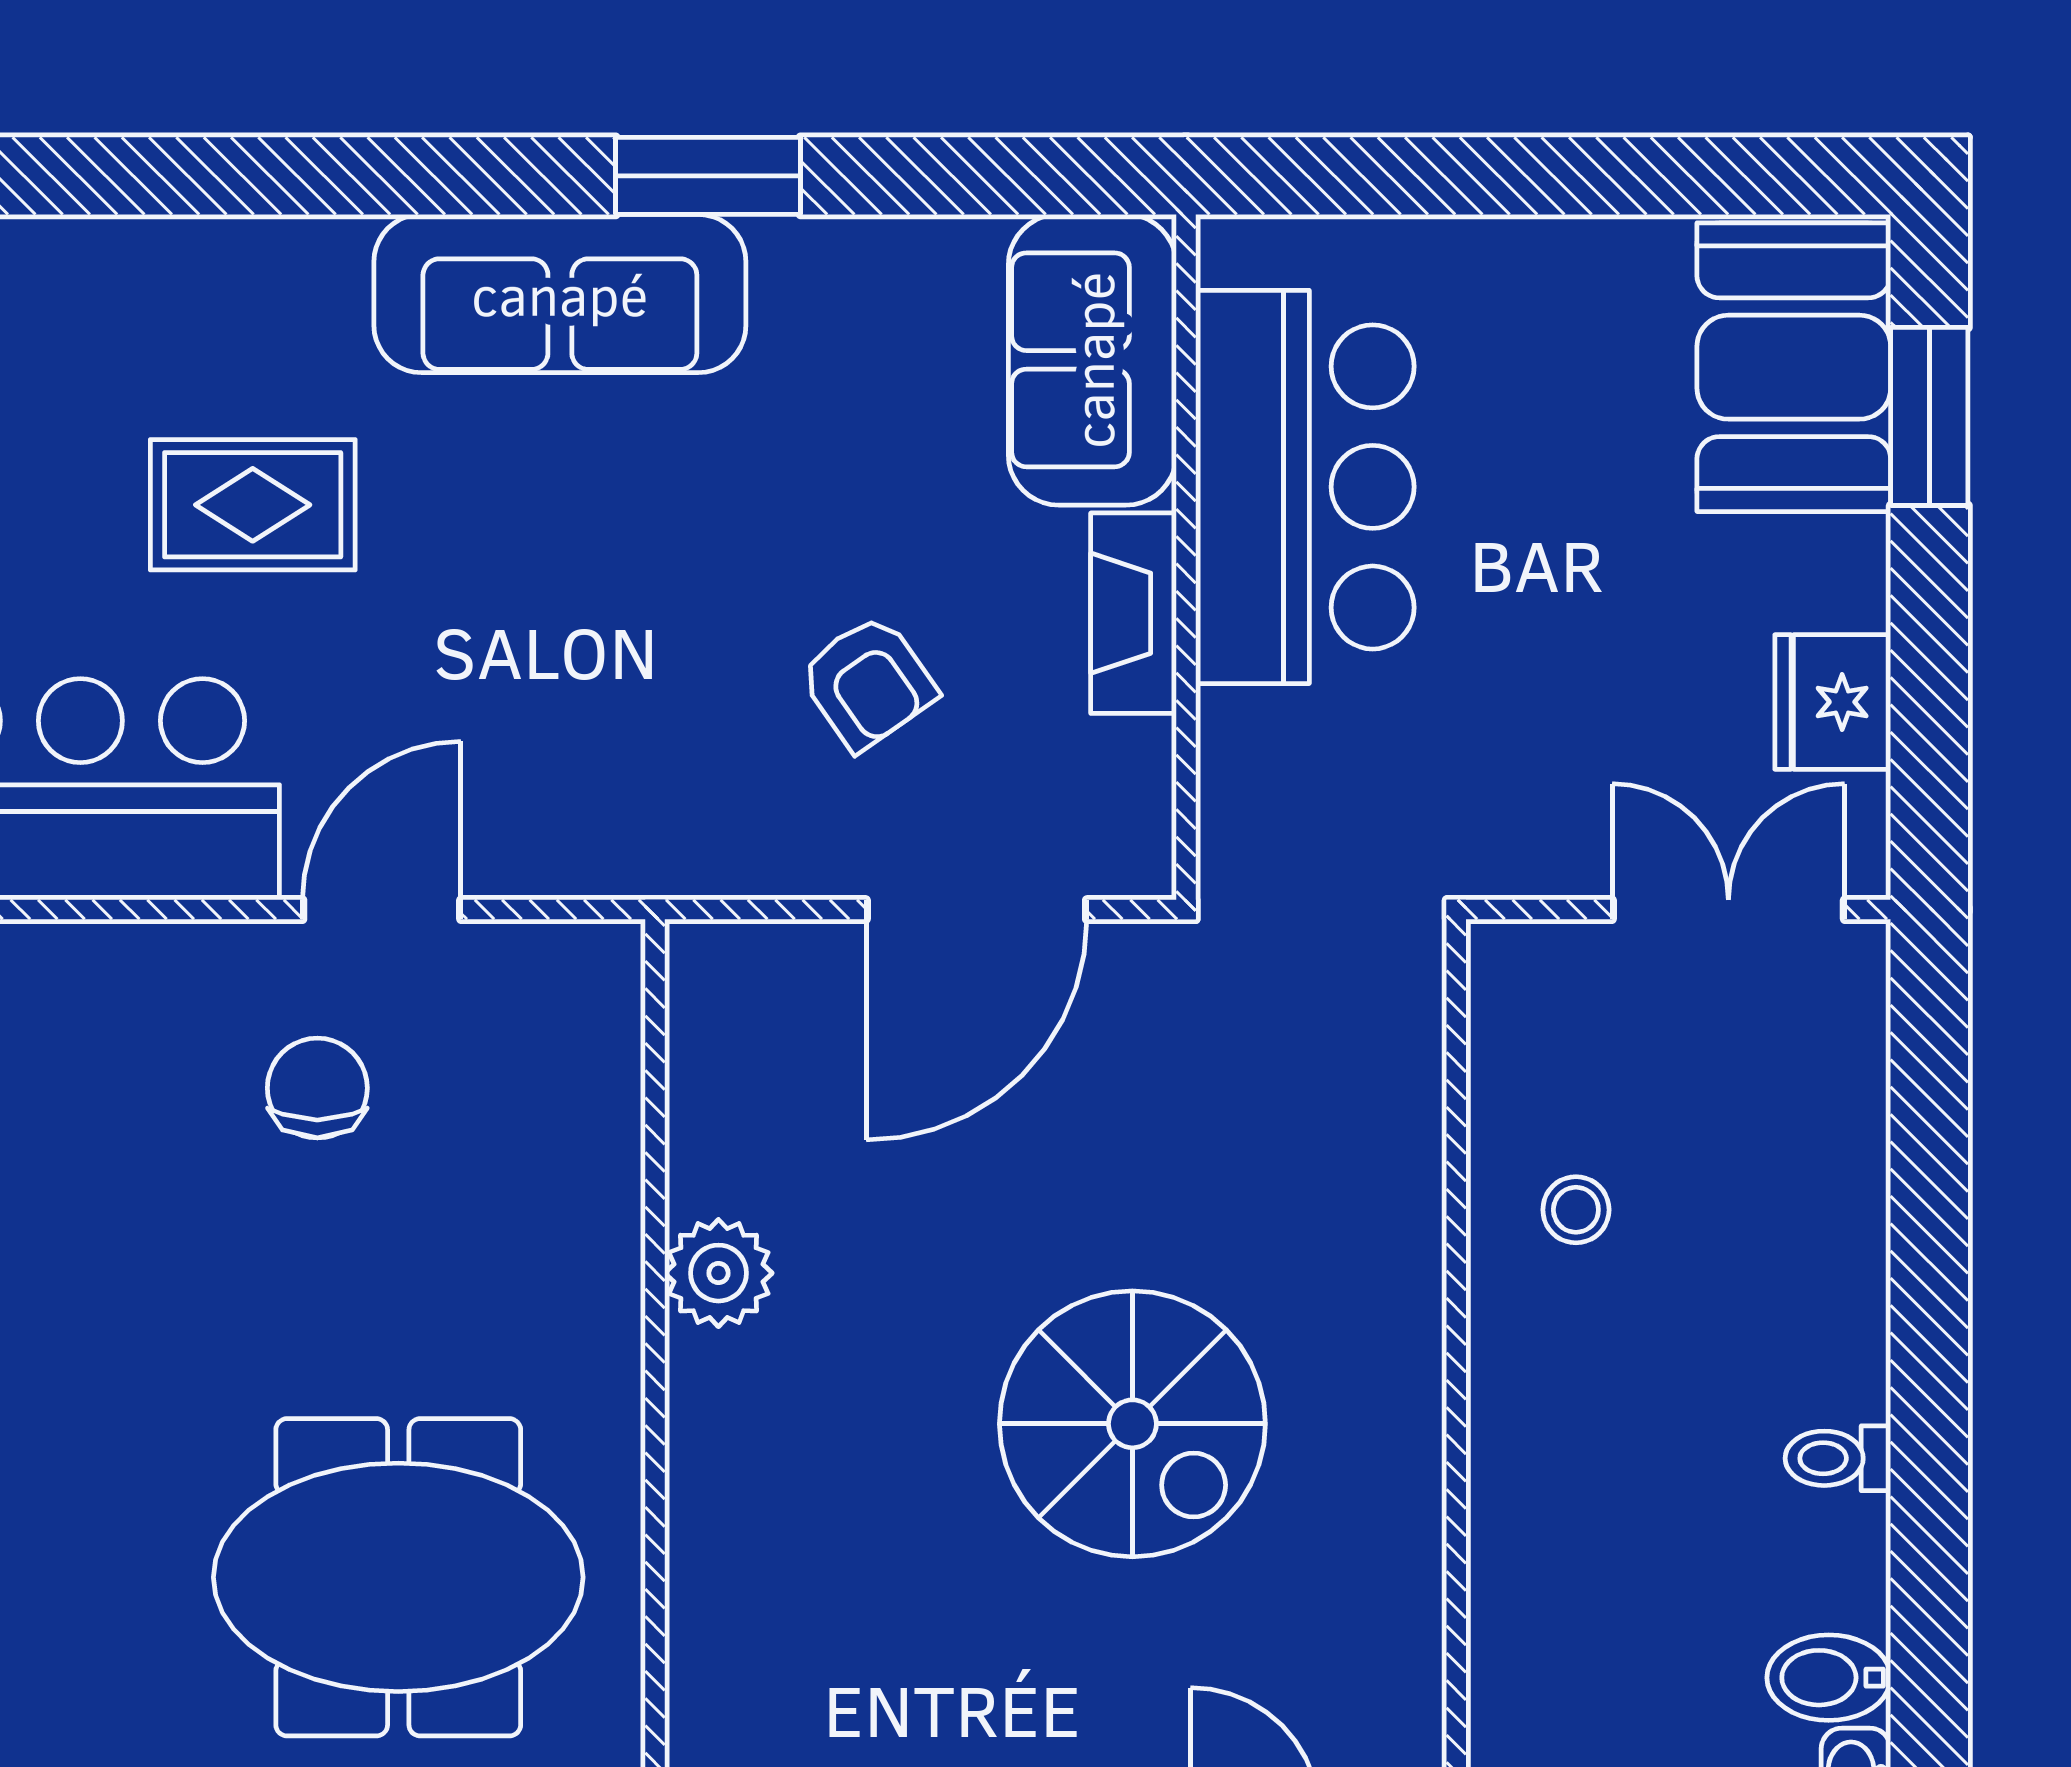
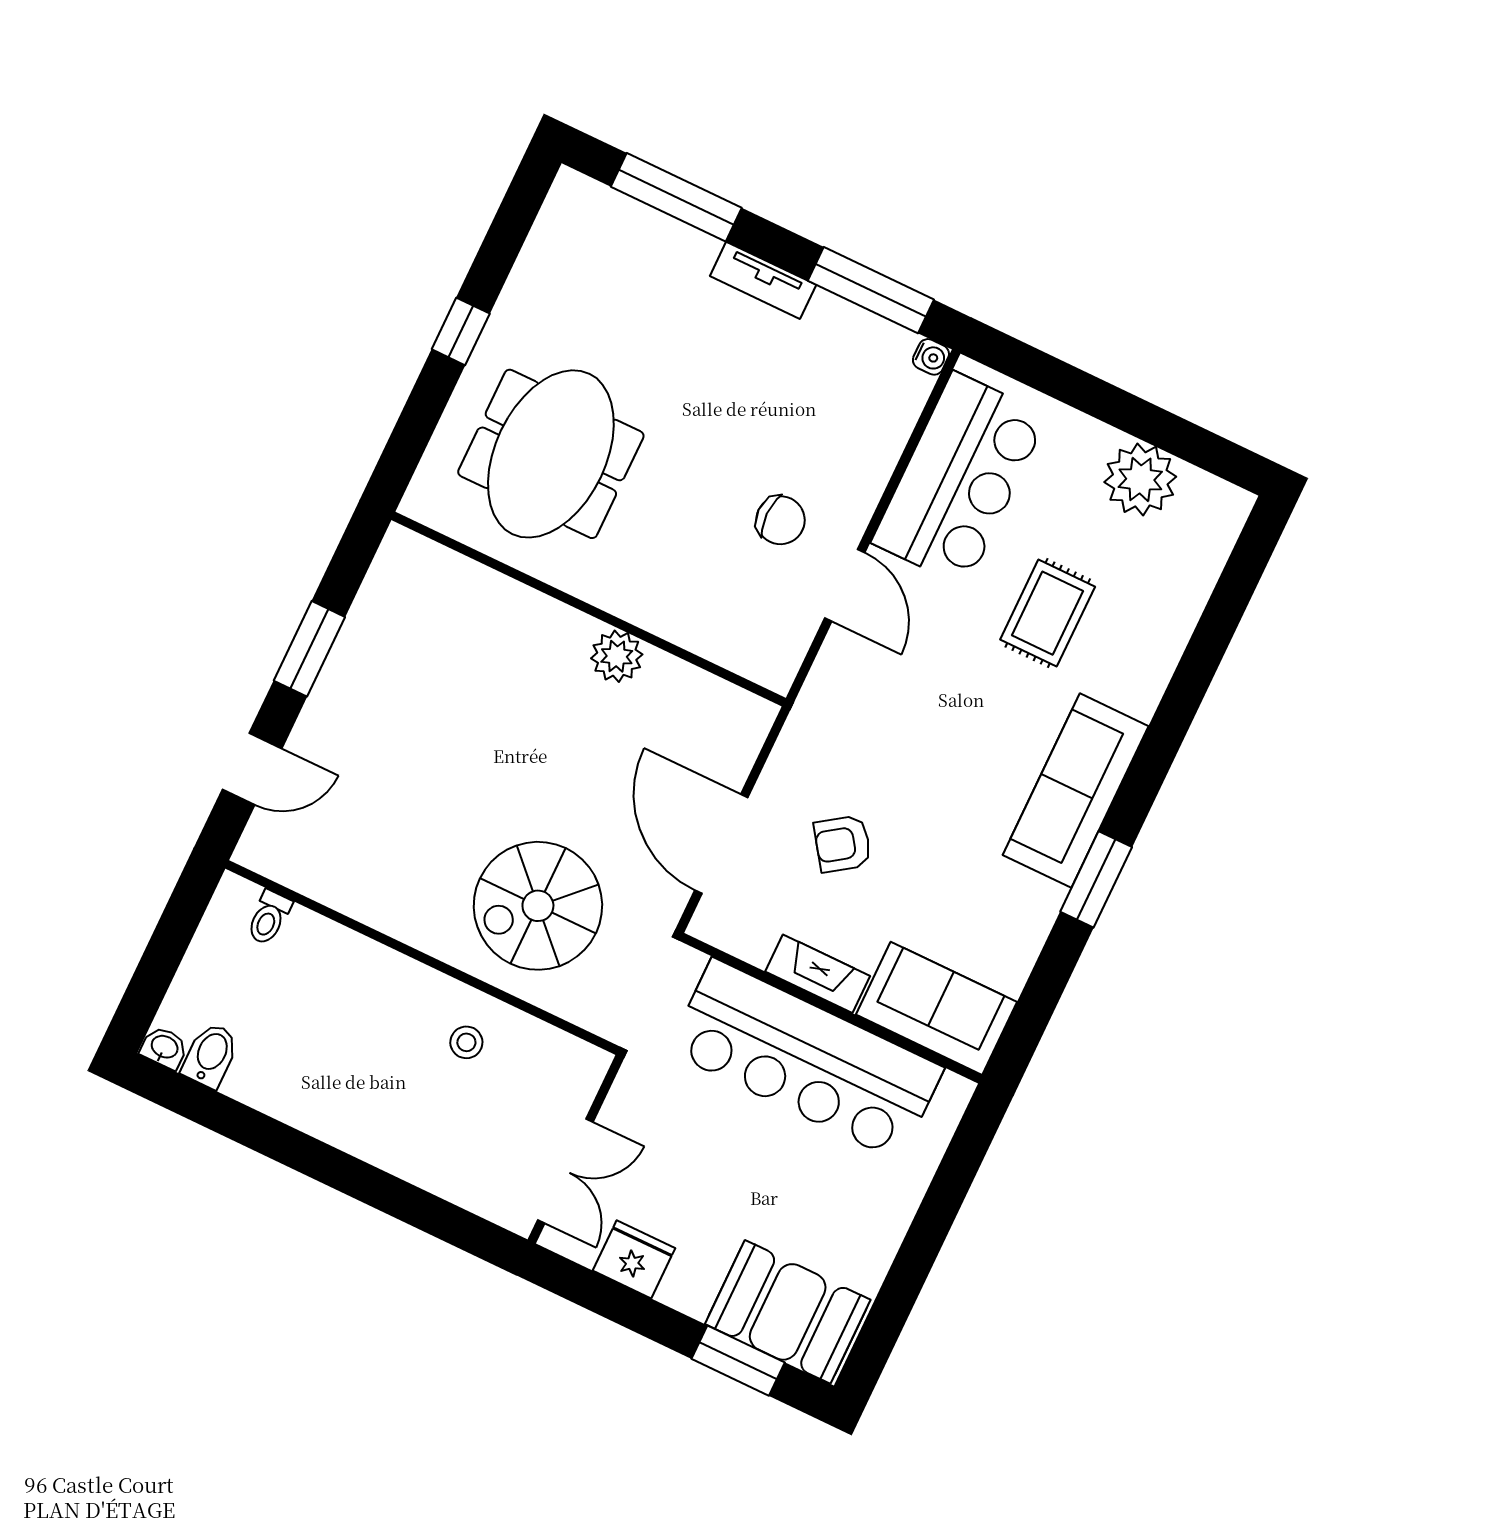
bar counter: (1305, 487) -> (806, 1060), width x1.36
spiral stairs: (1132, 1424) -> (538, 906), moved
toilet: (1838, 1458) -> (269, 918), moved, turned 180

